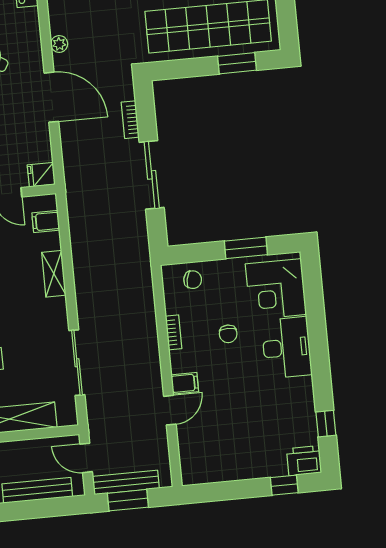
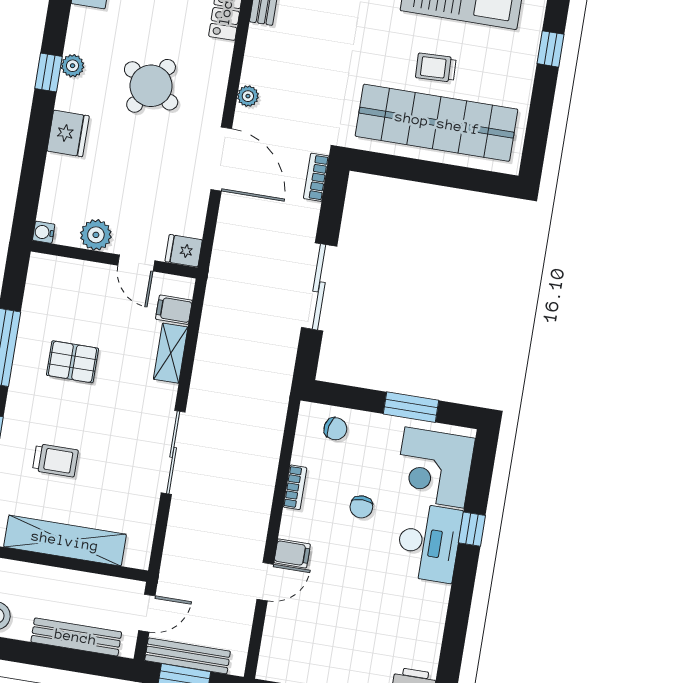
window: (237, 63) -> (460, 177), removed
bookcase: (130, 120) -> (316, 177), moved
shelving: (54, 274) -> (171, 353), moved
sliding door: (77, 363) -> (173, 452), moved
window: (326, 424) -> (472, 529), moved
door: (86, 458) -> (147, 613), swing flipped

